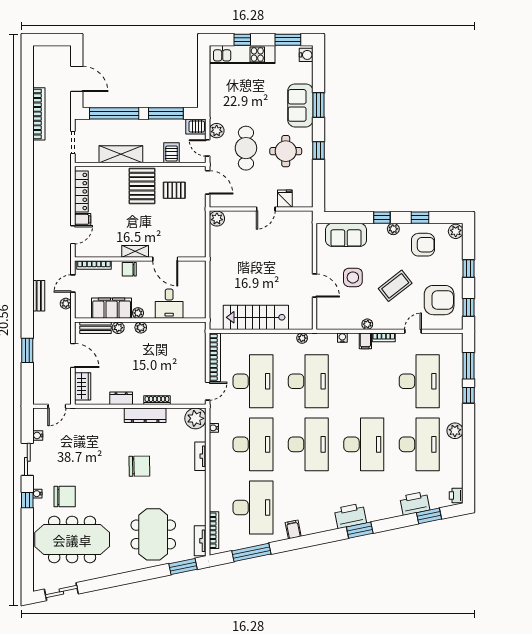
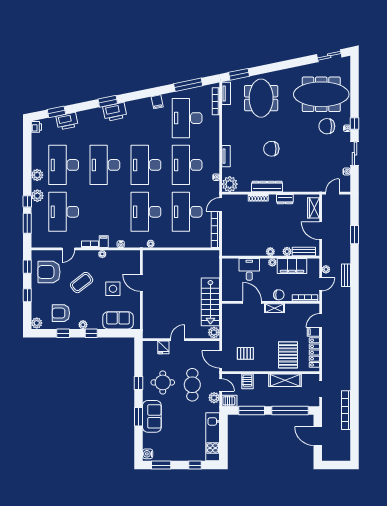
kitchen unit: (242, 55) -> (213, 437), moved, turned -90
pallet: (142, 186) -> (288, 355), moved
stairs: (256, 317) -> (210, 302), moved, turned 90
plant: (455, 403) -> (37, 196), added

